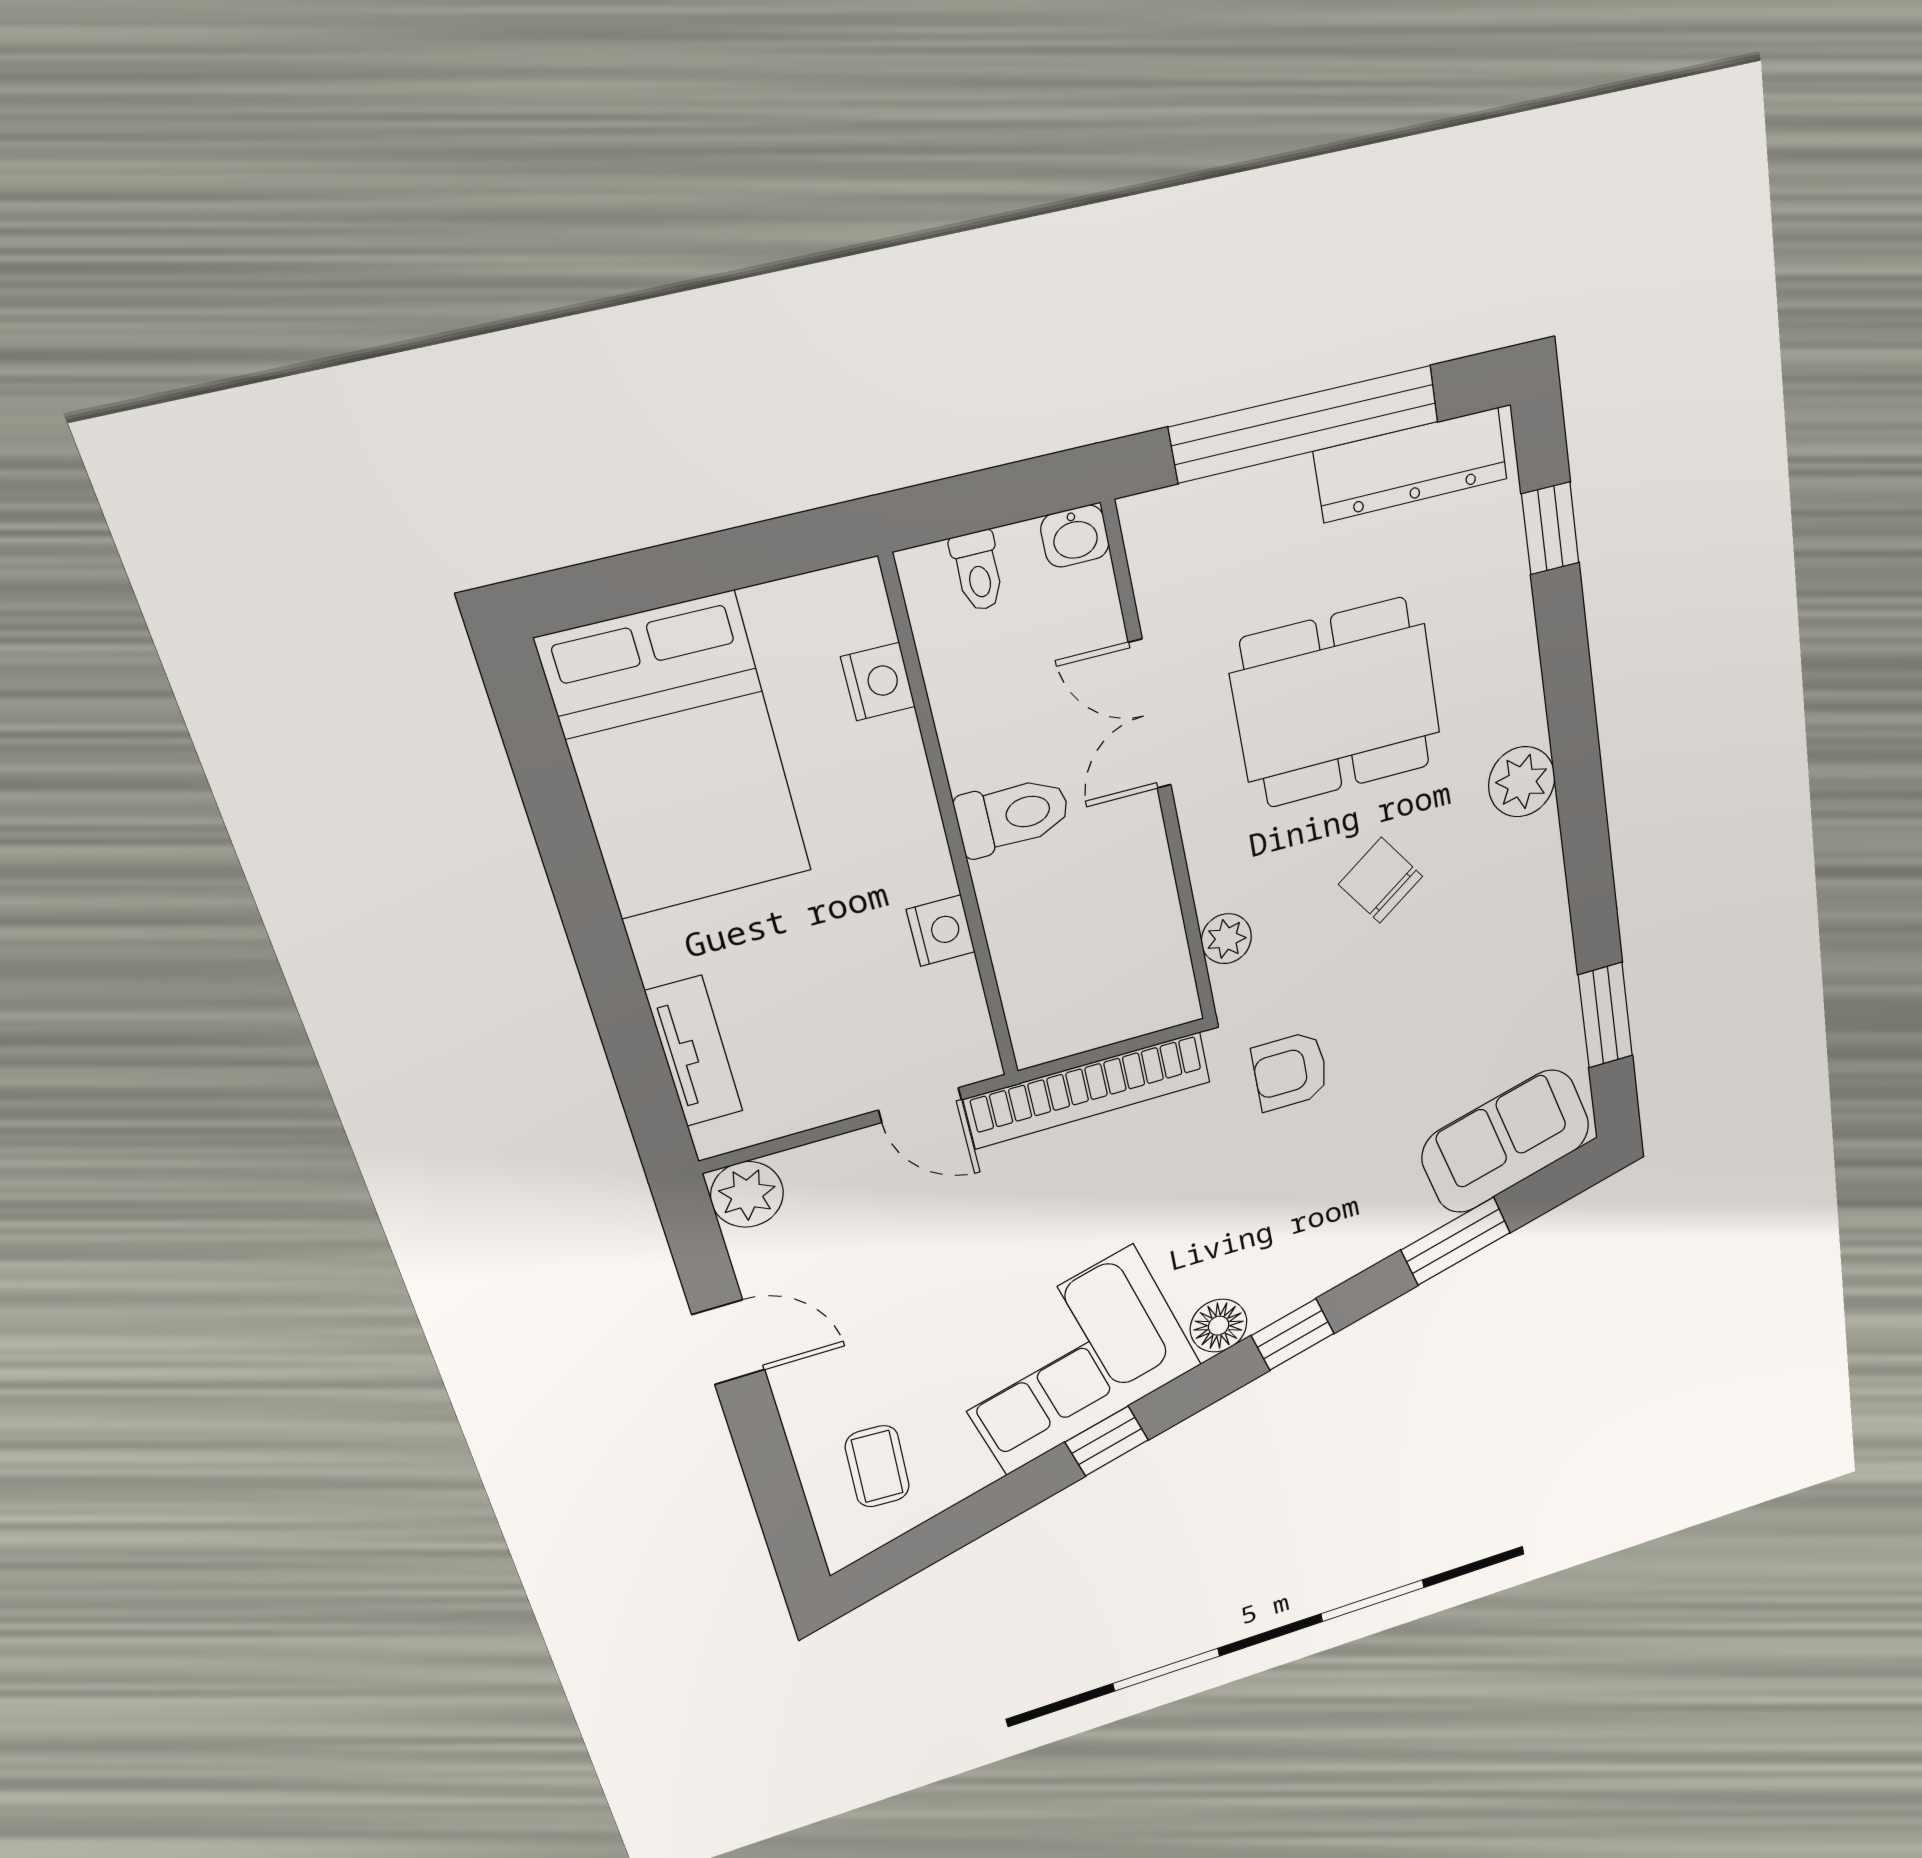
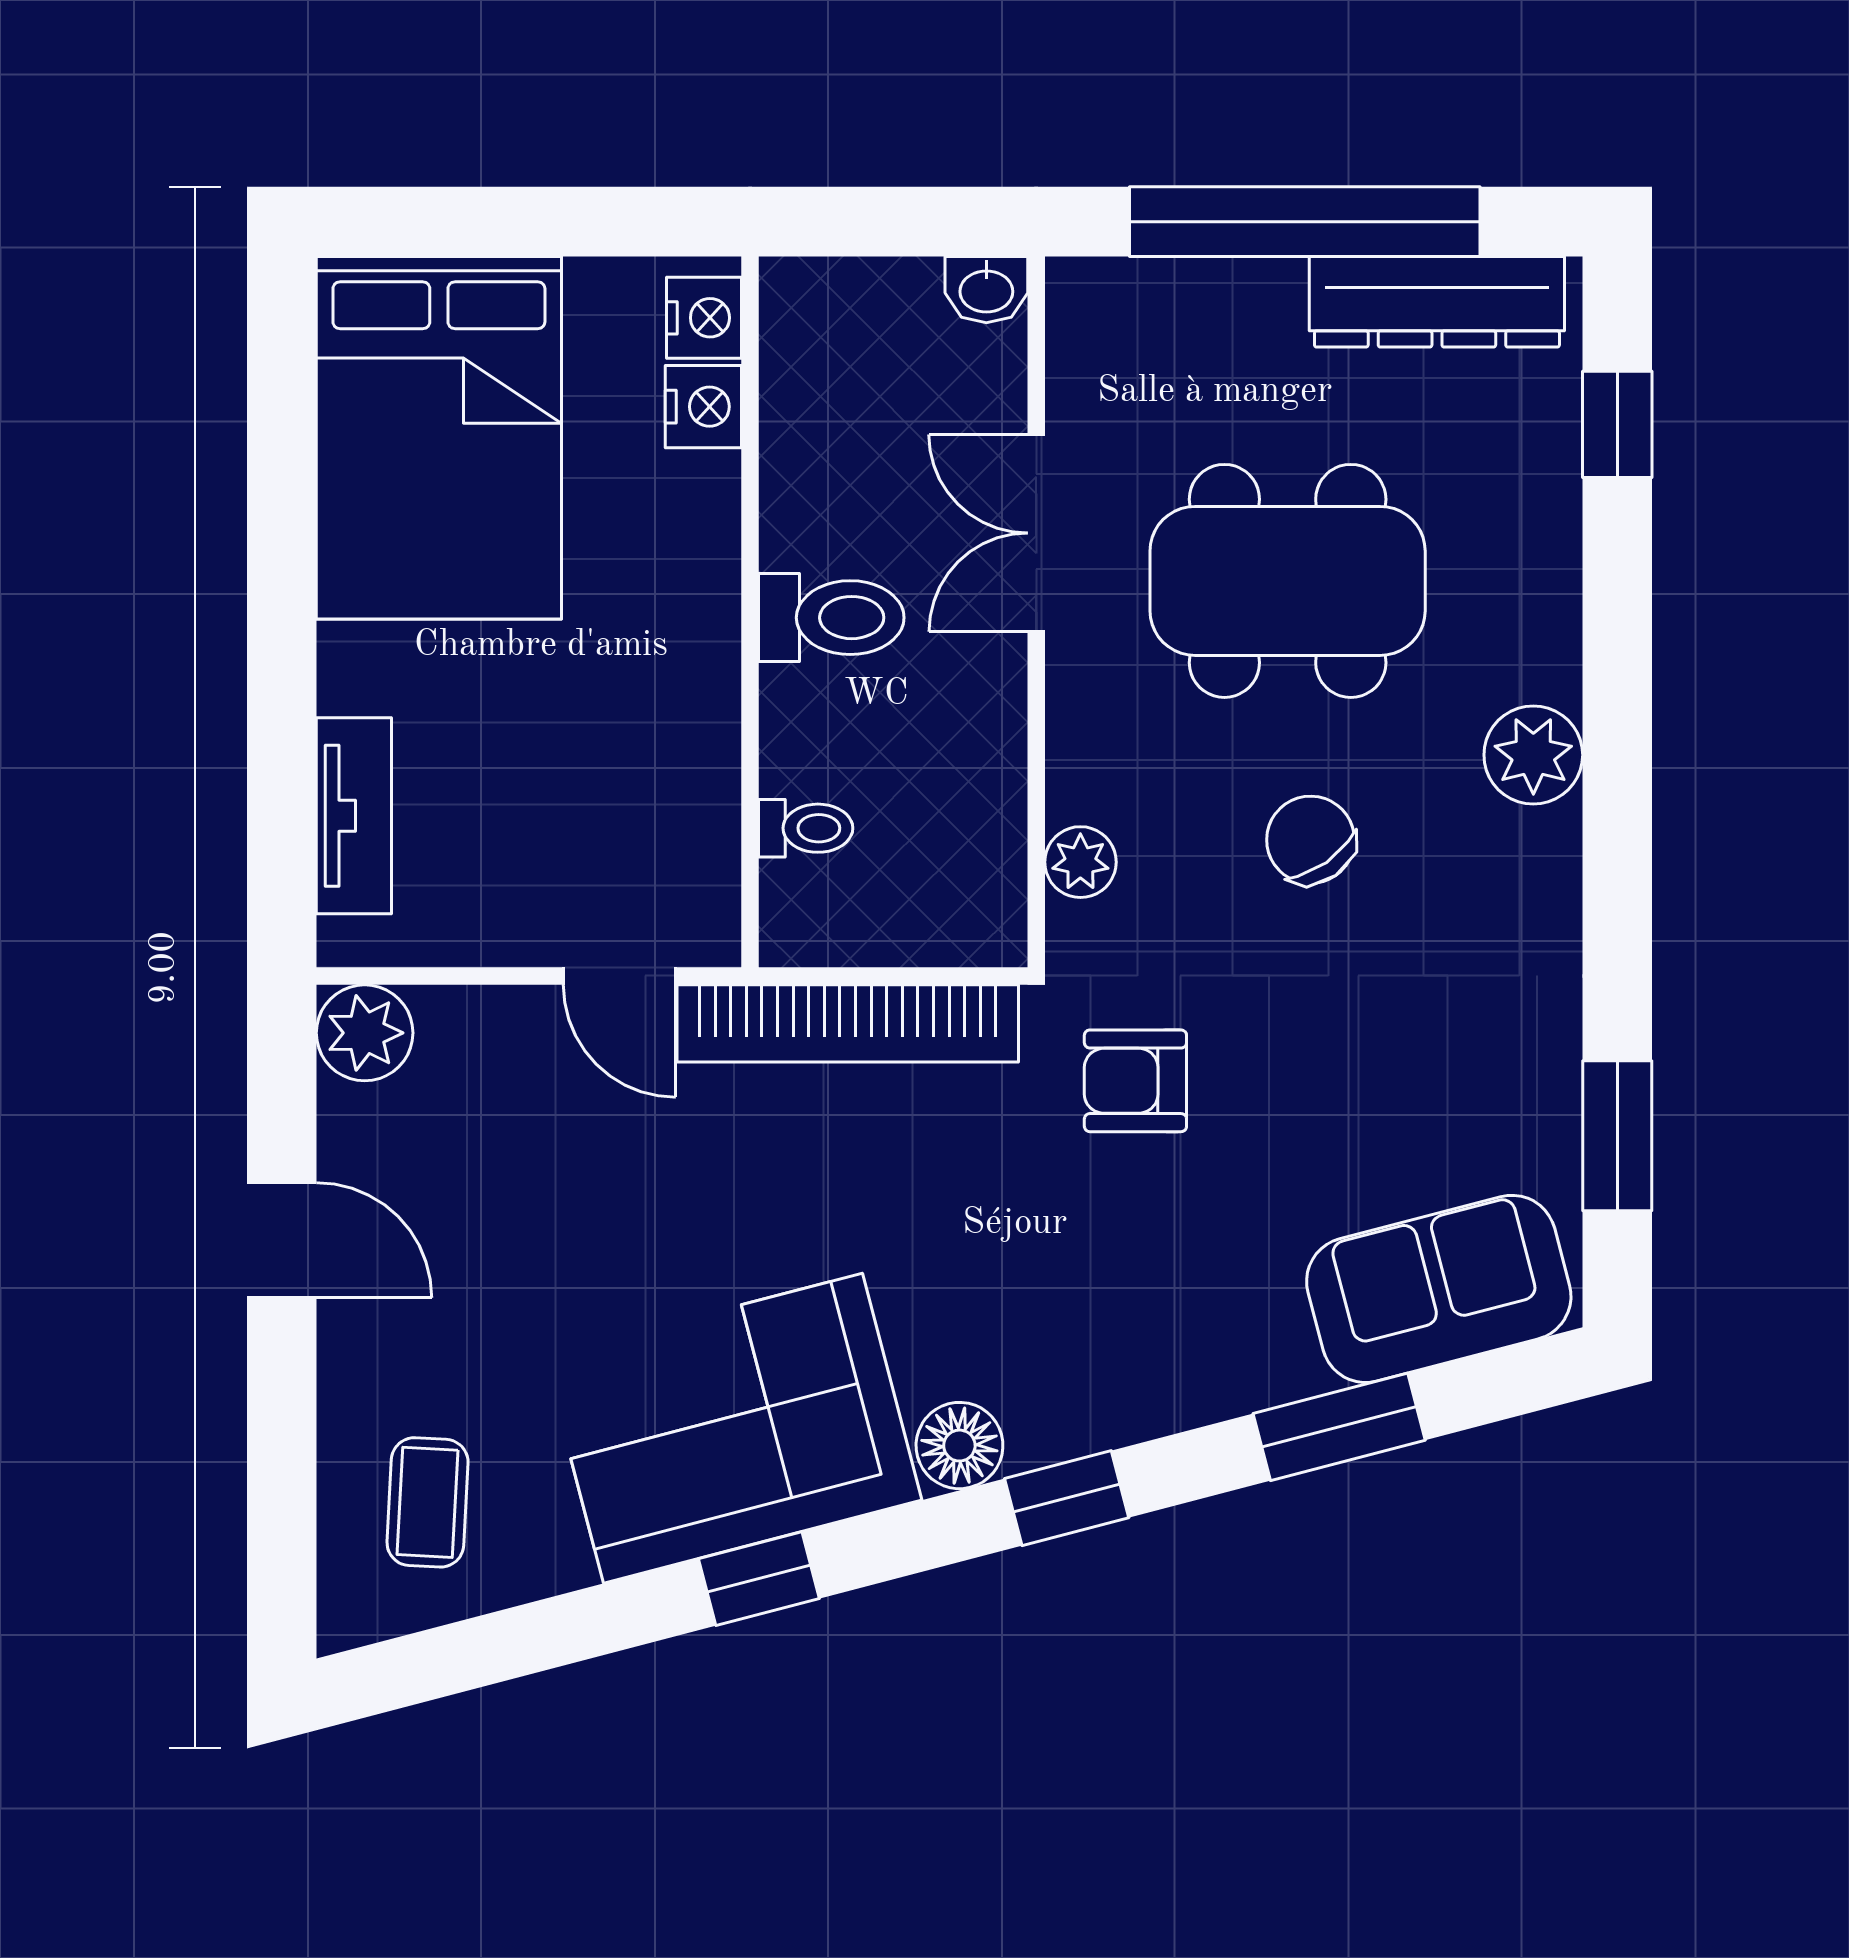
toilet: (978, 571) -> (806, 828), moved, turned -90
nightstand: (941, 931) -> (704, 318), moved

